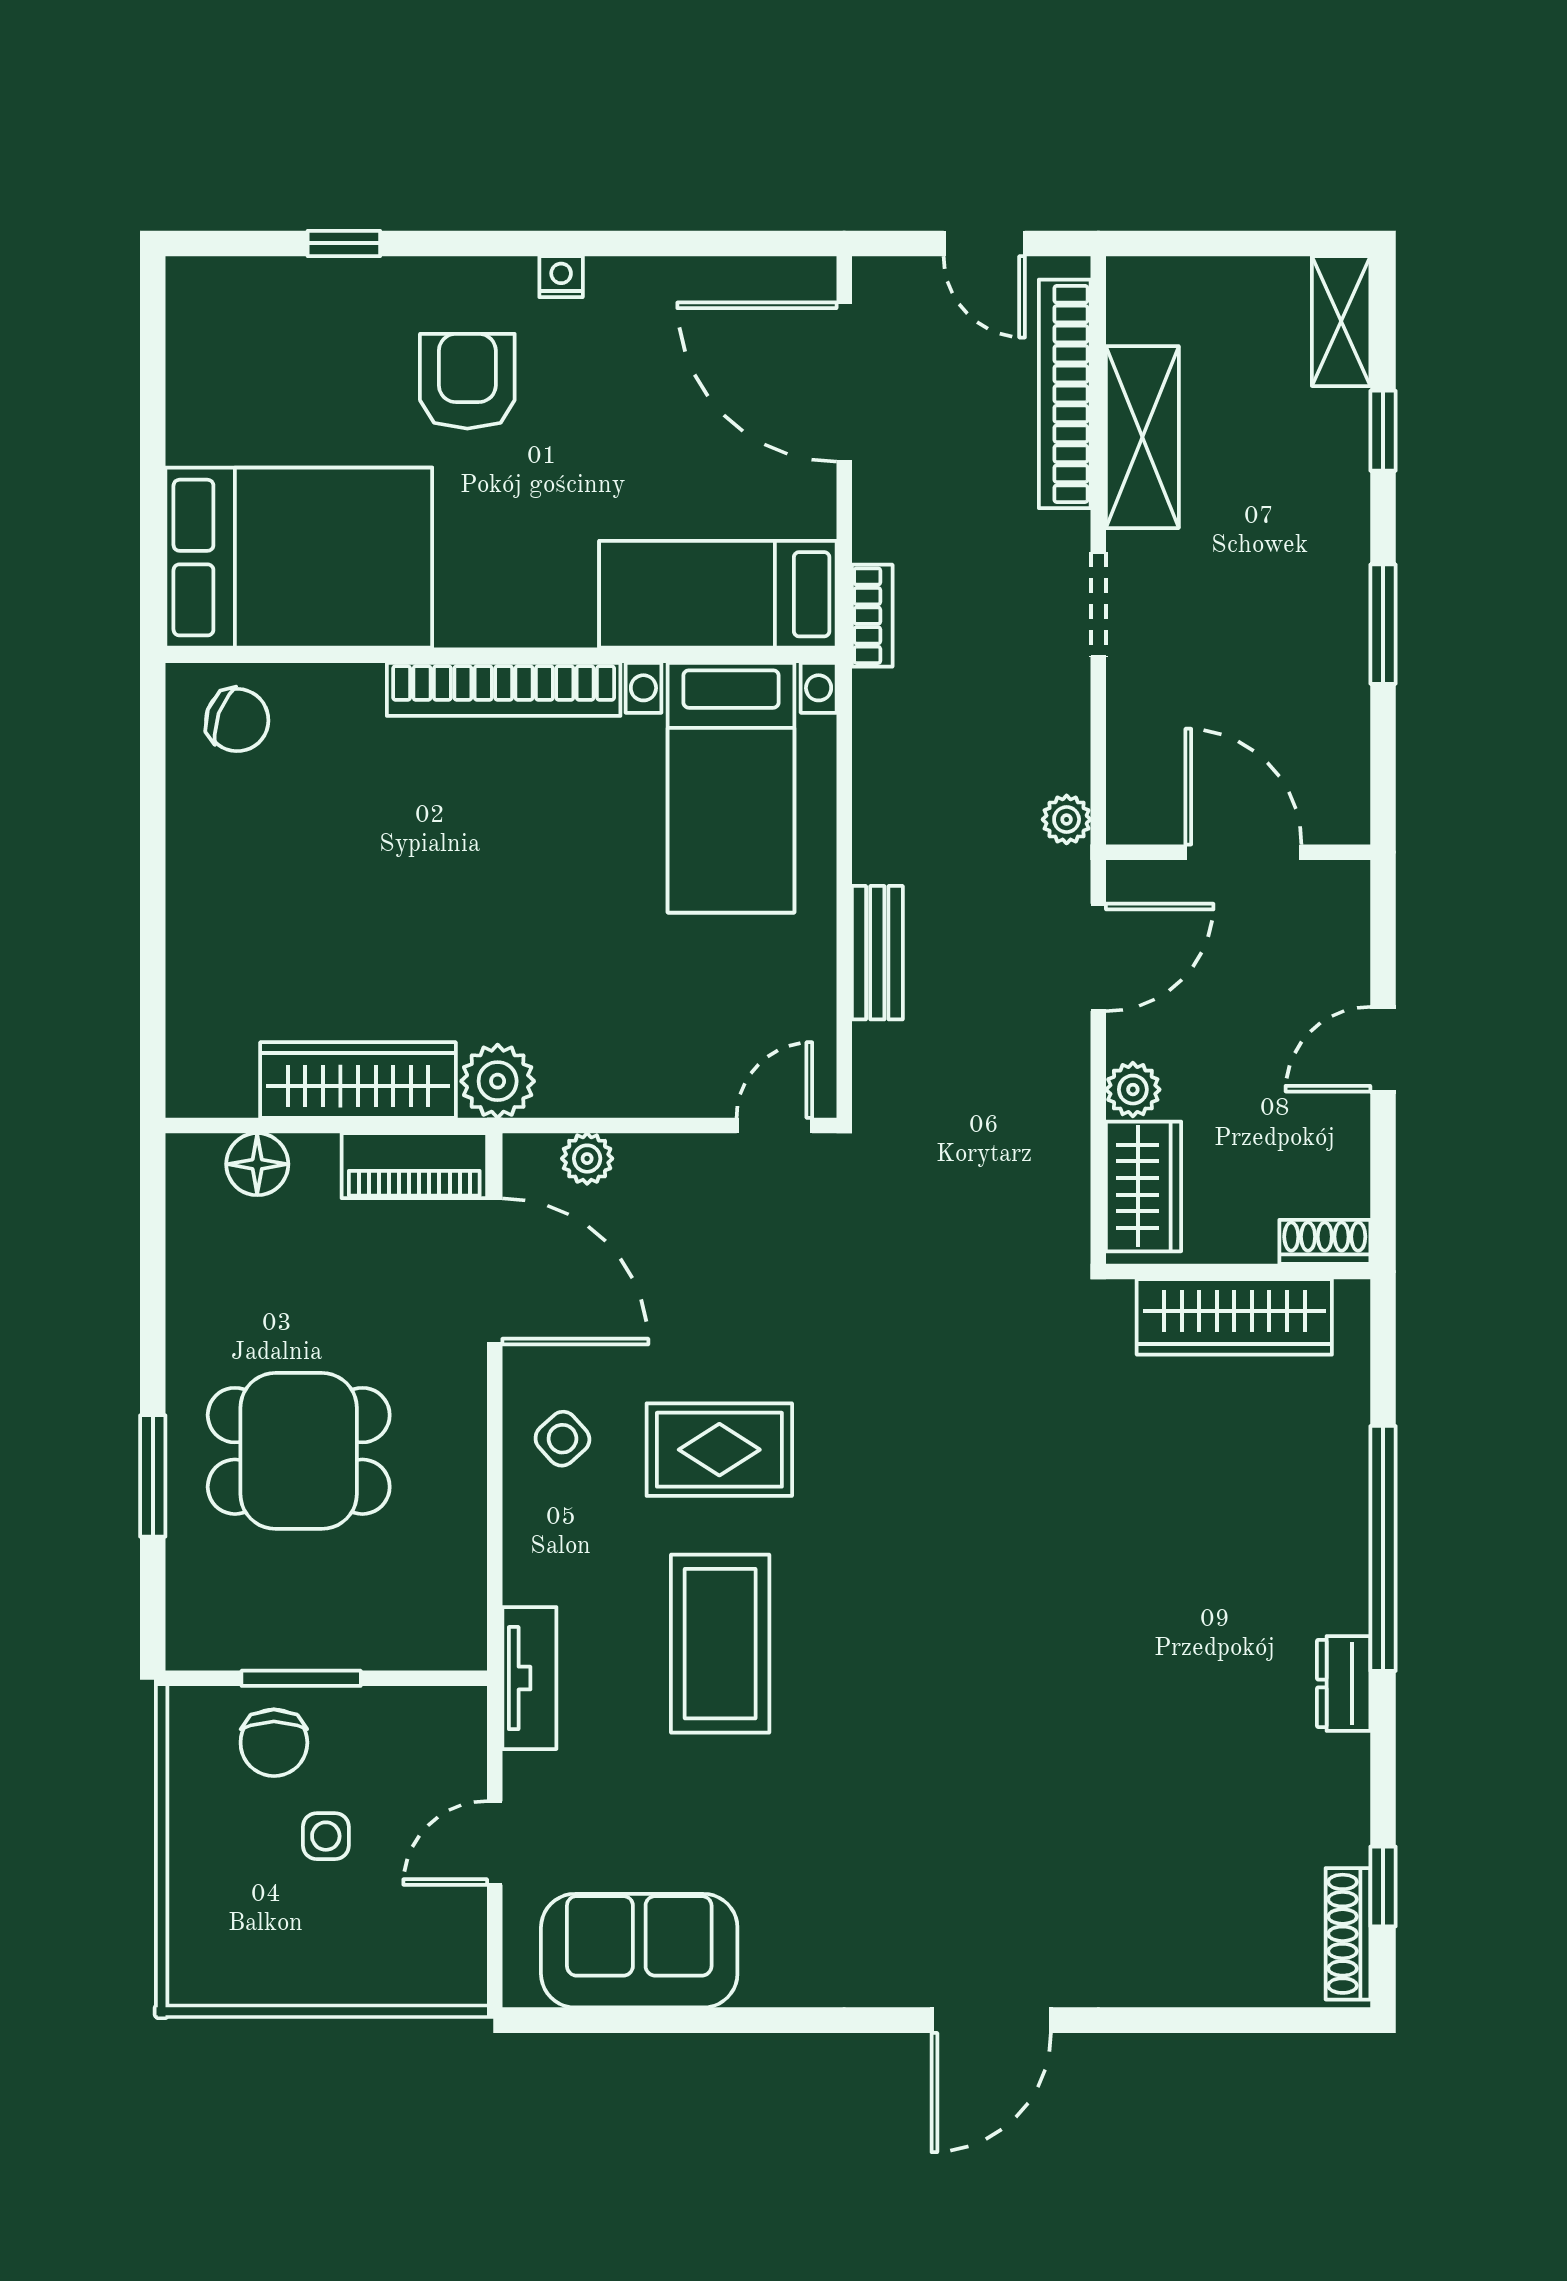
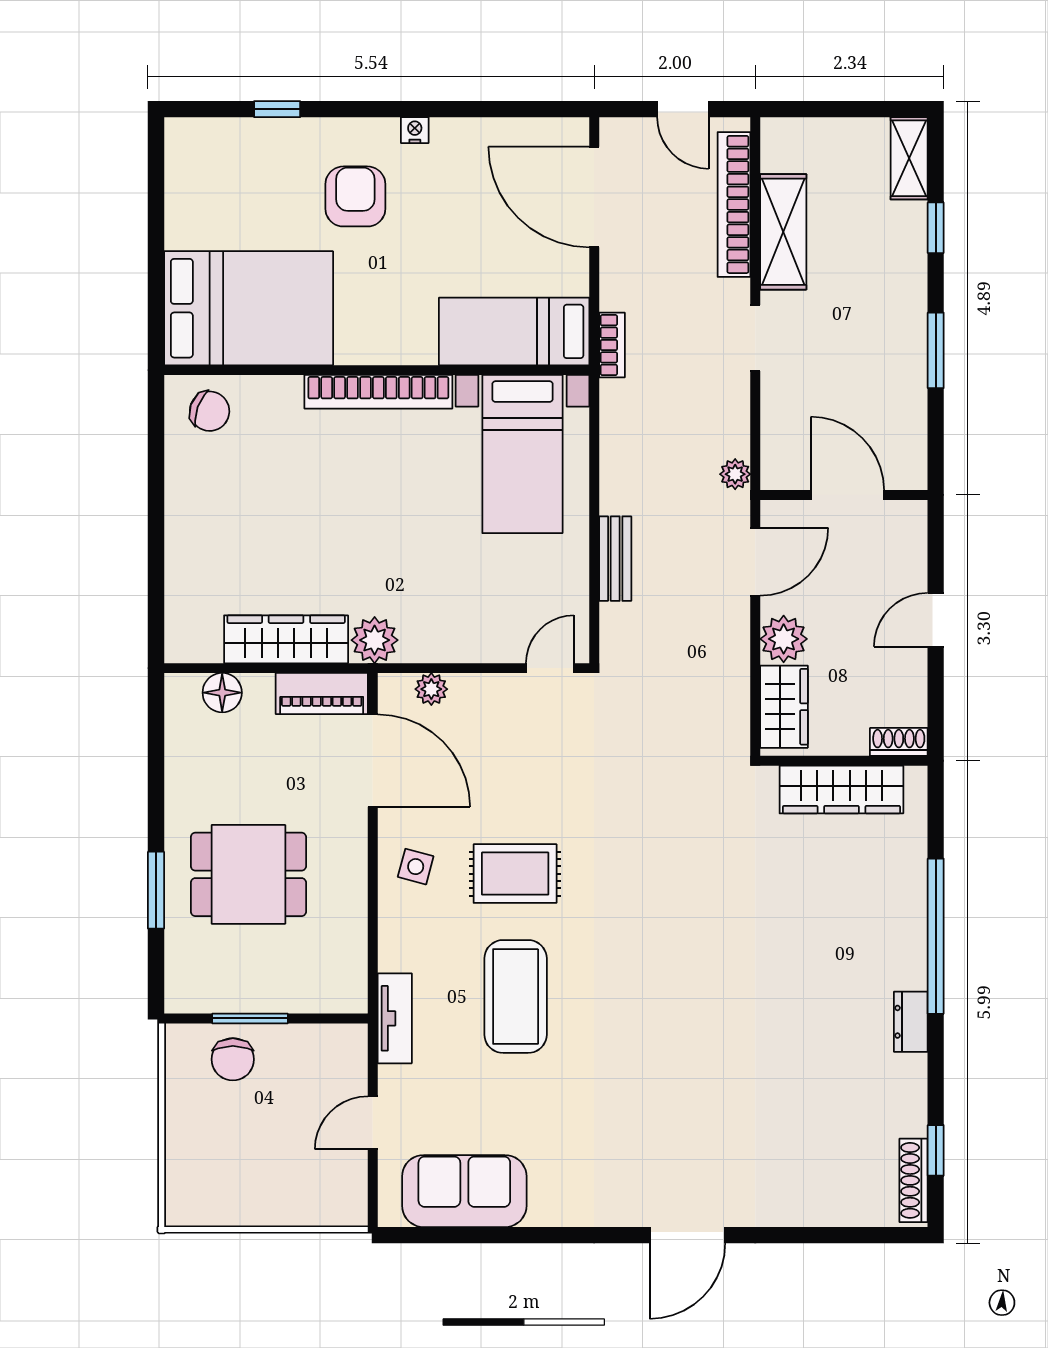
plant: (1133, 1090) -> (784, 639), width x1.38, depth x1.38
side table: (562, 1439) -> (416, 867), turned -33
side table: (326, 1836) -> (266, 1118), removed

